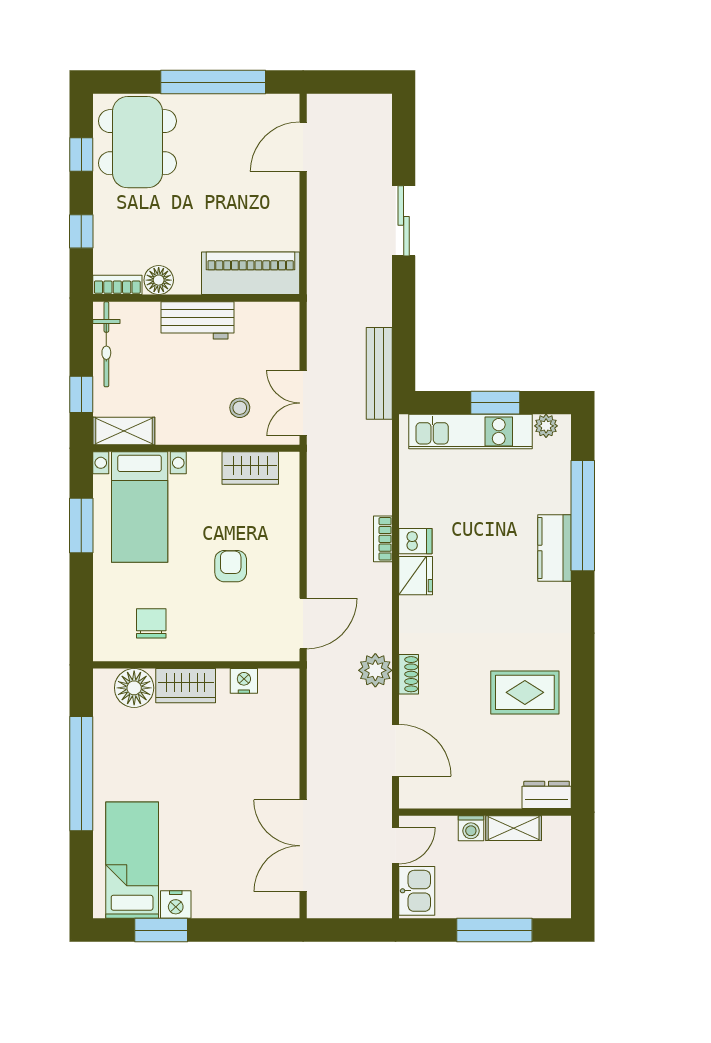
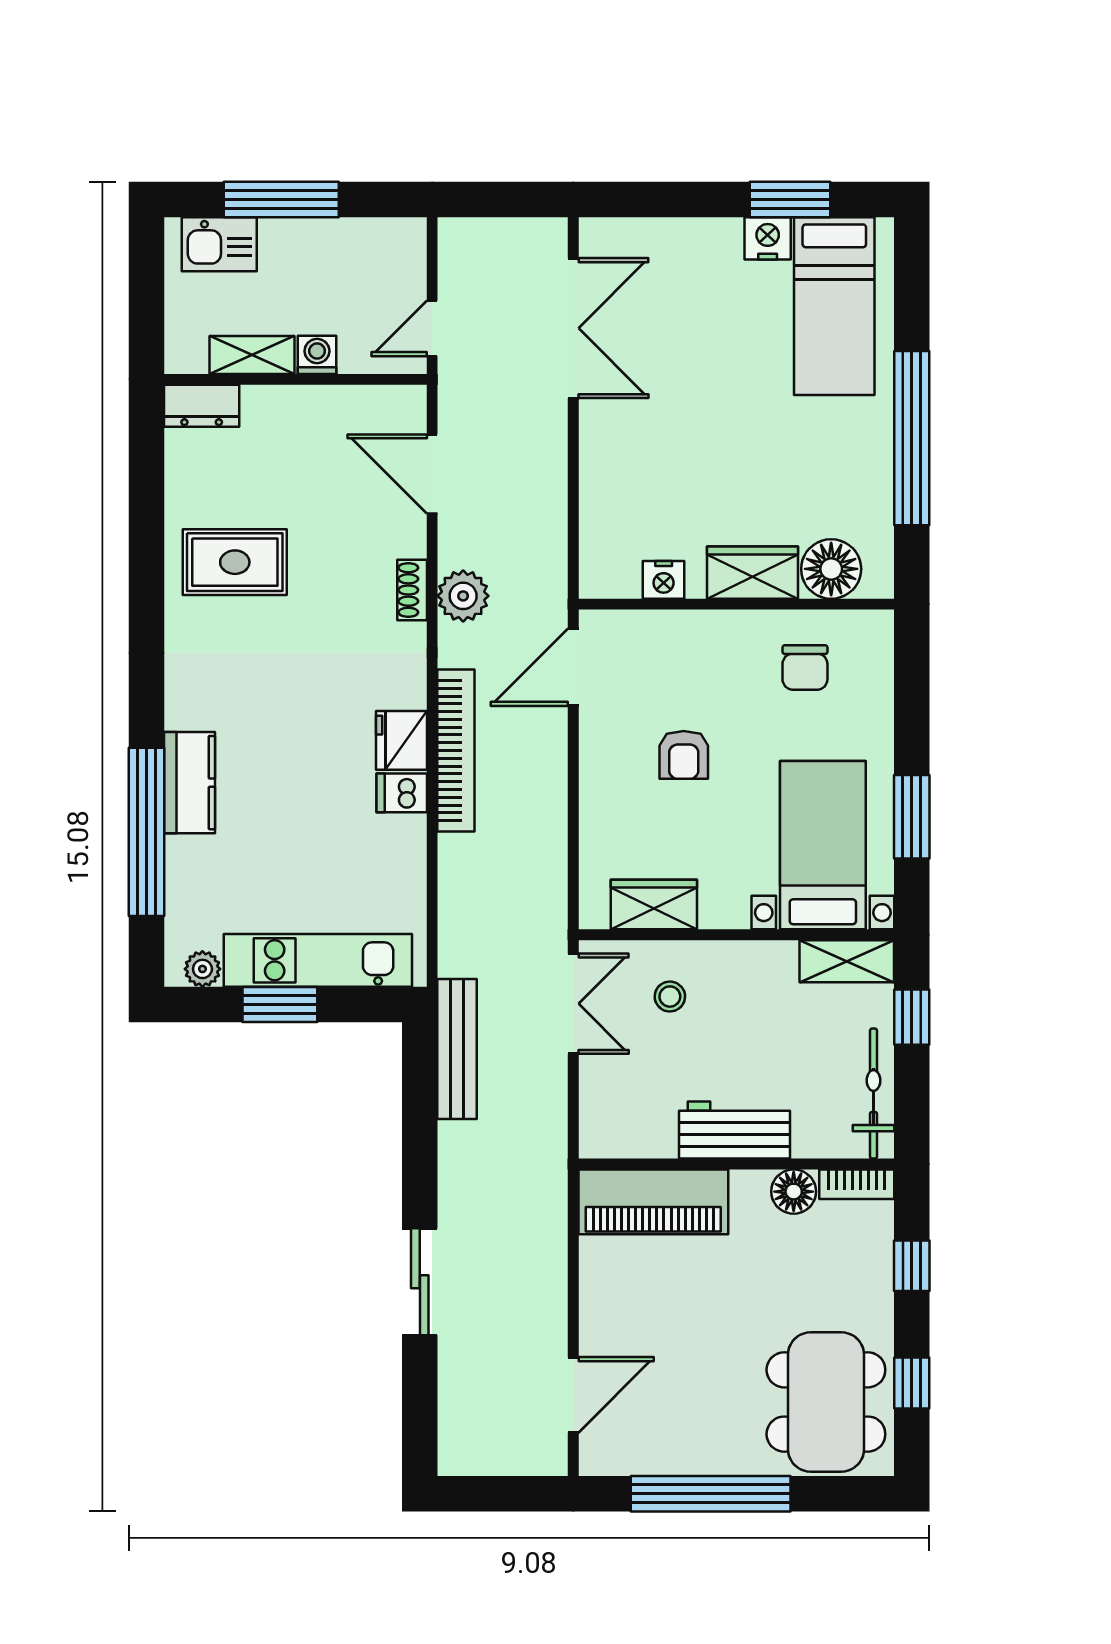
bookcase: (383, 539) -> (456, 751), width x2.31, depth x1.31
kitchen sink: (417, 891) -> (219, 244), moved, turned -90

